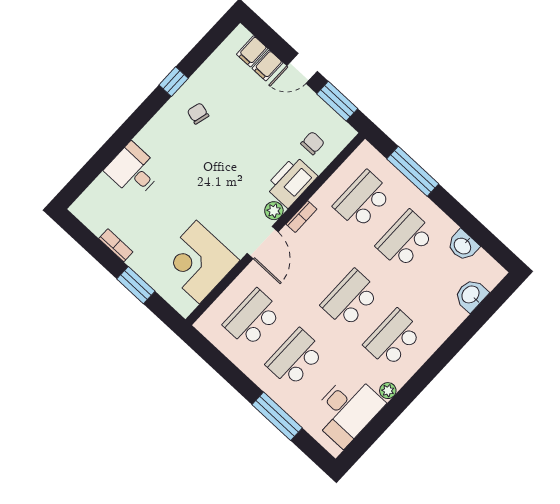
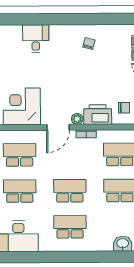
window: (174, 82) -> (93, 19), removed
plant: (388, 391) -> (44, 247), removed

